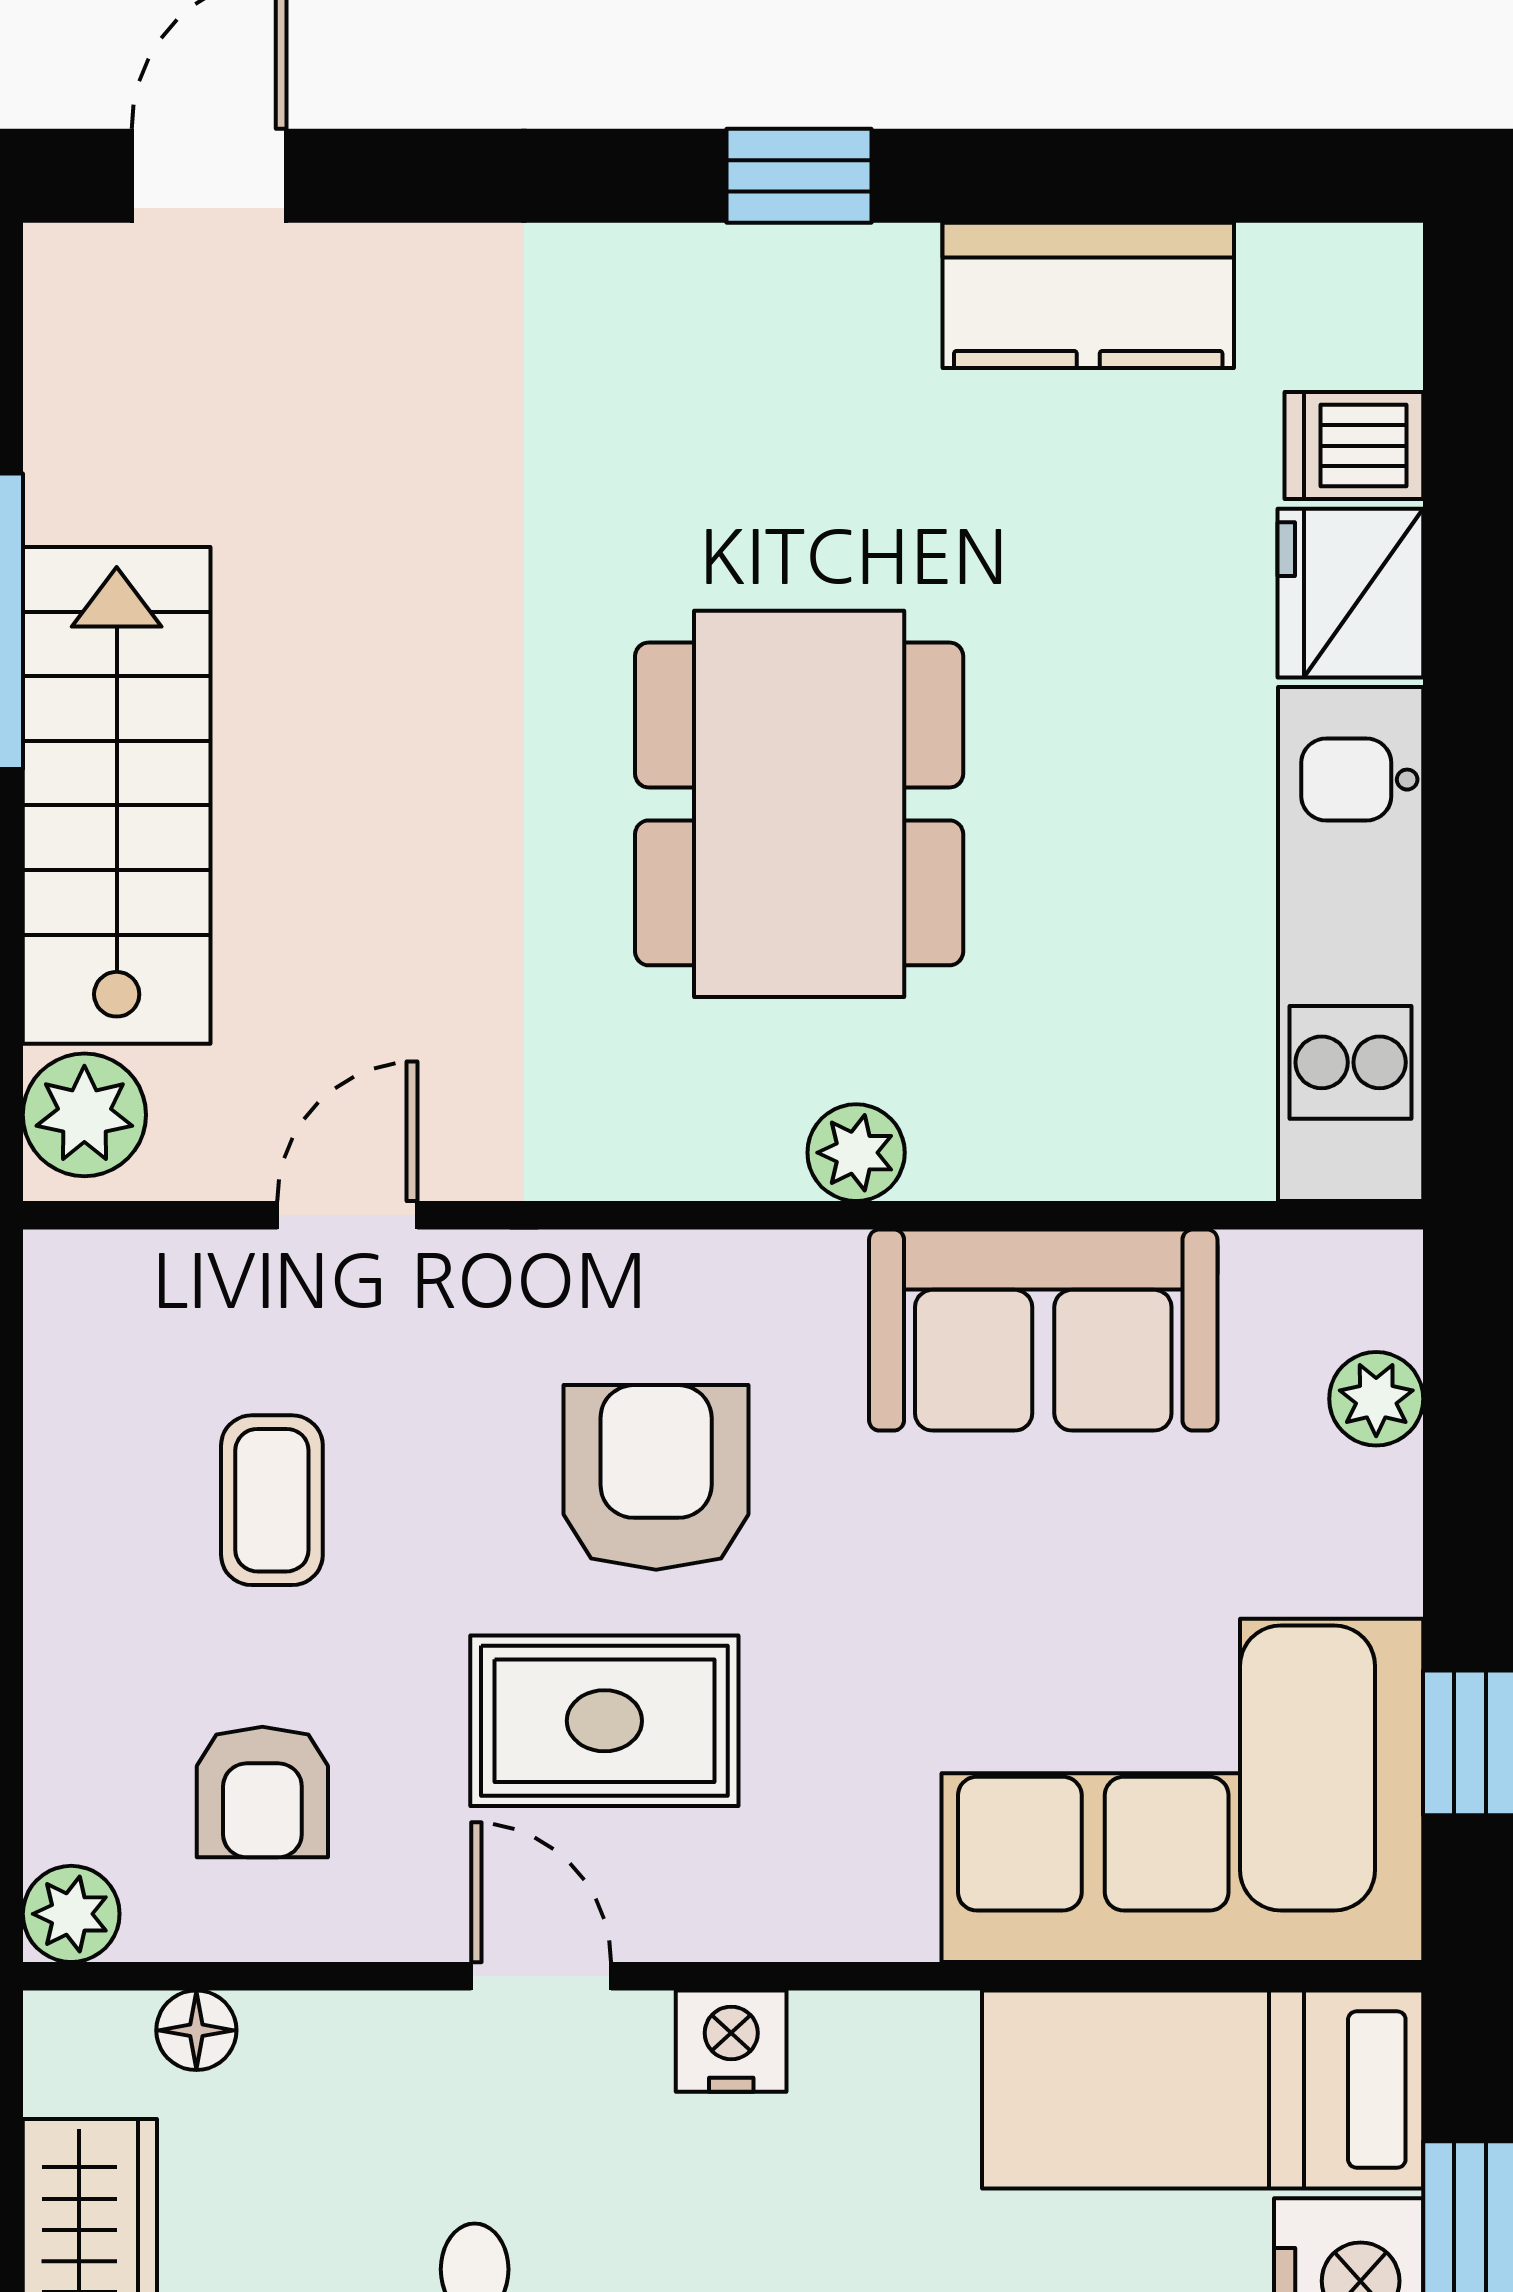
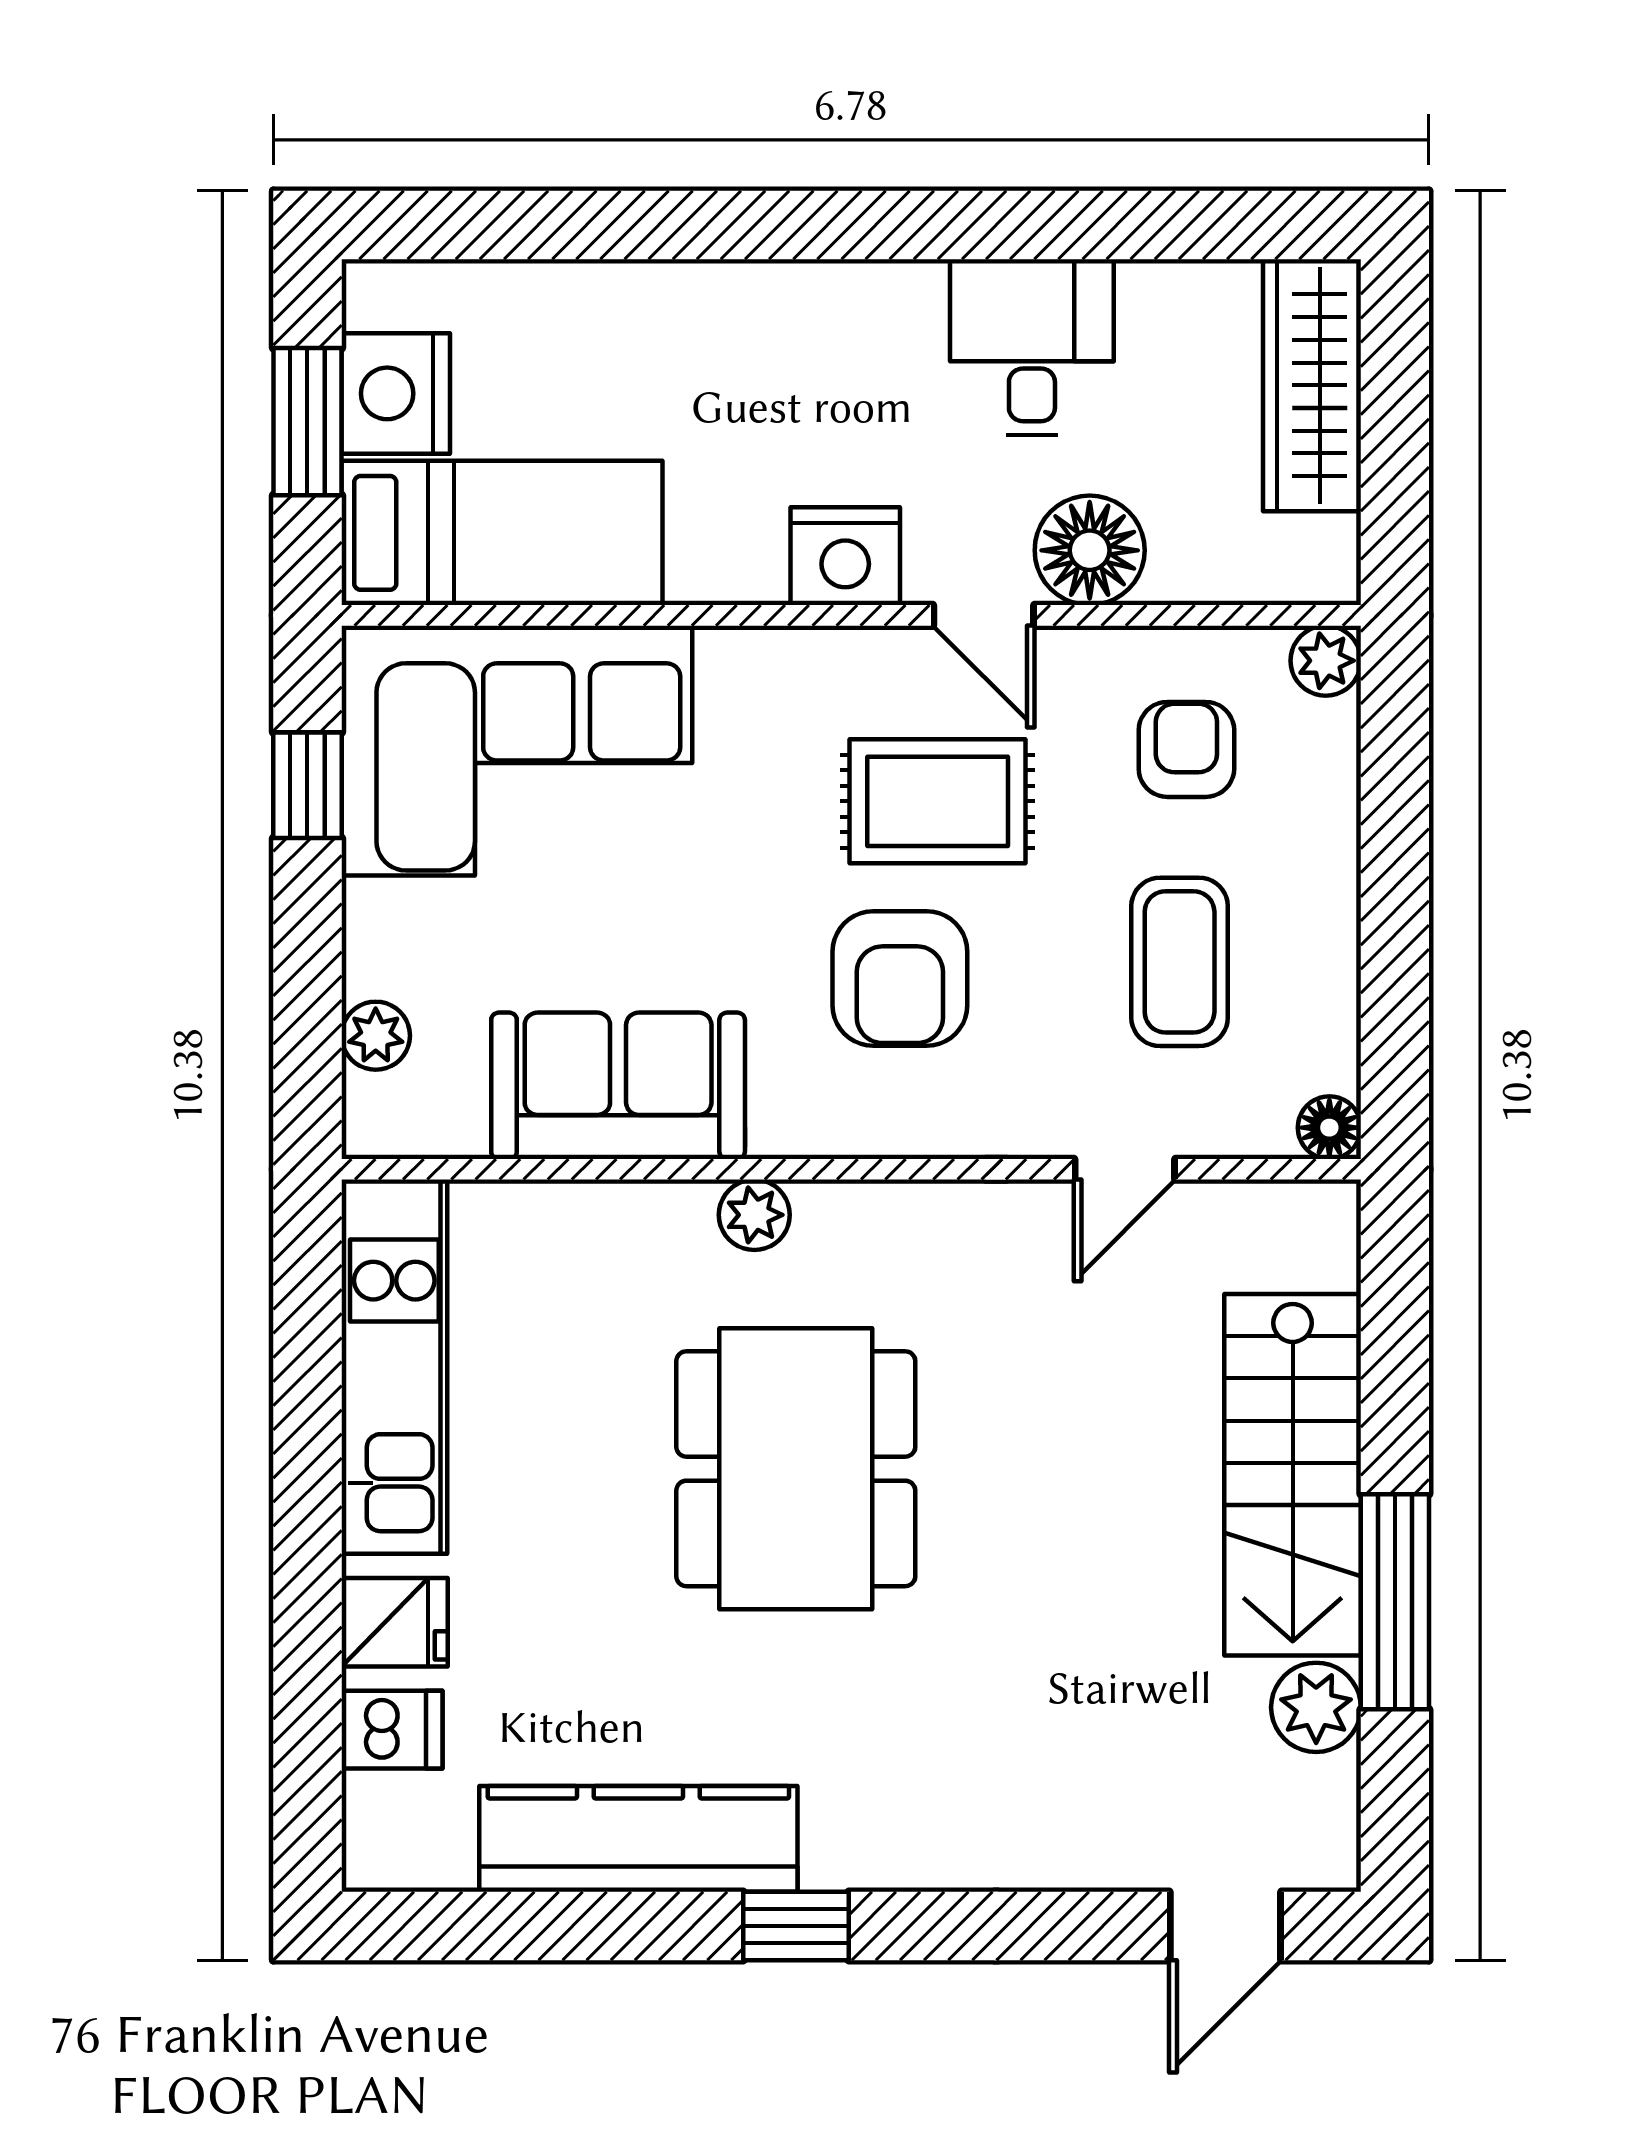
kitchen counter: (1088, 295) -> (638, 1839), width x1.50
fridge: (1350, 593) -> (395, 1622), width x0.72
plant: (84, 1115) -> (1316, 1707), moved
floor lamp: (66, 1273) -> (1329, 1128), added
coffee table: (272, 1500) -> (1180, 962), width x1.36, depth x1.30
floor lamp: (196, 2030) -> (1090, 550), moved, width x1.89, depth x1.89
nightstand: (731, 2041) -> (845, 556), width x1.36, depth x1.33

